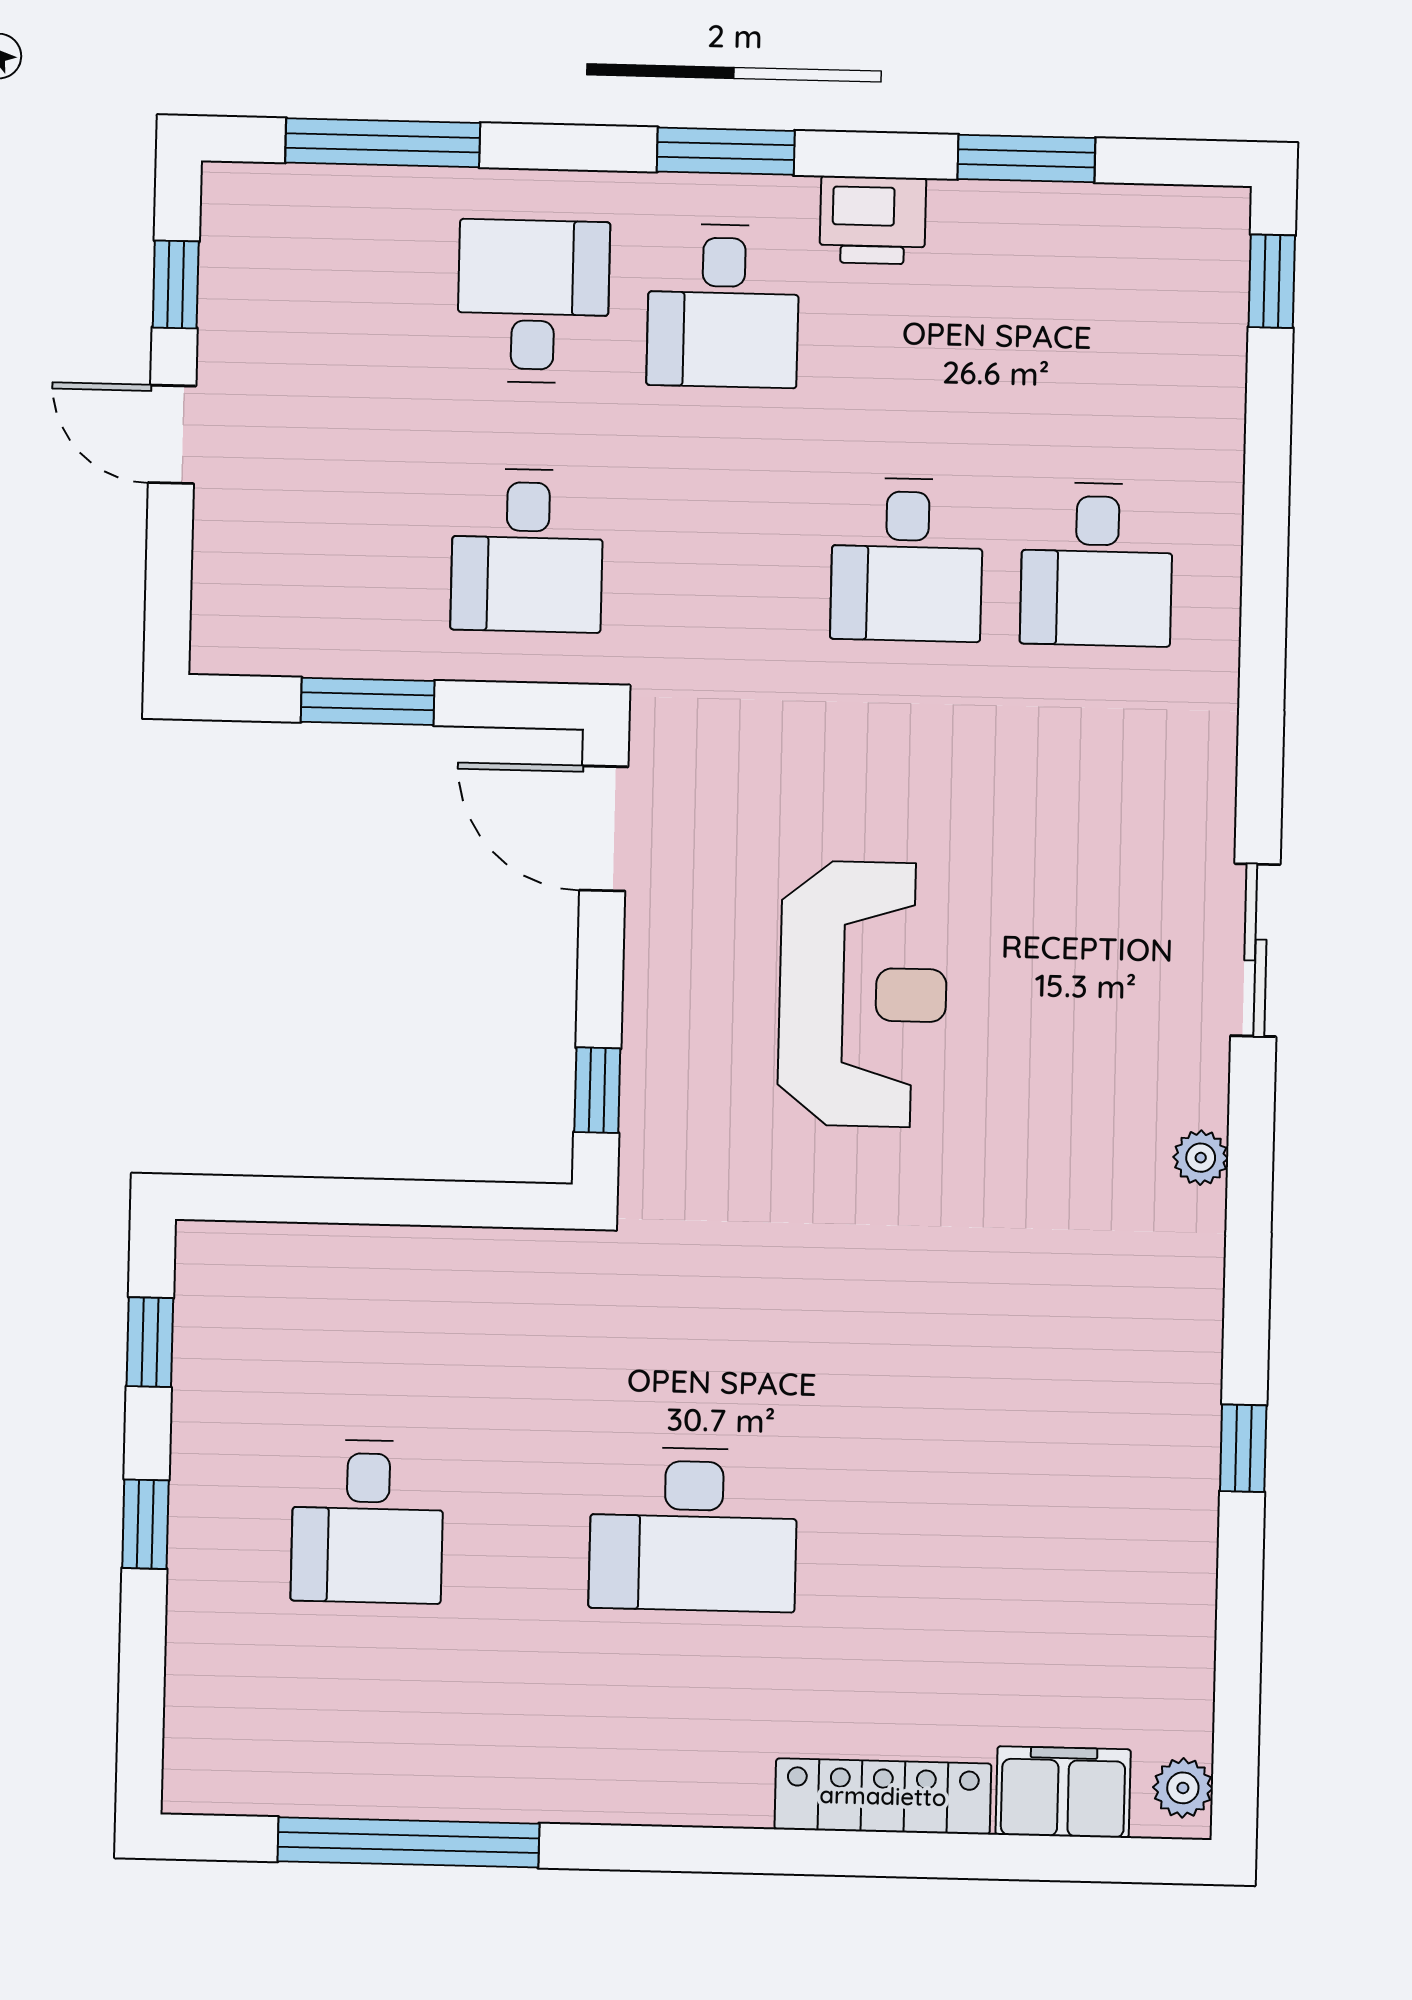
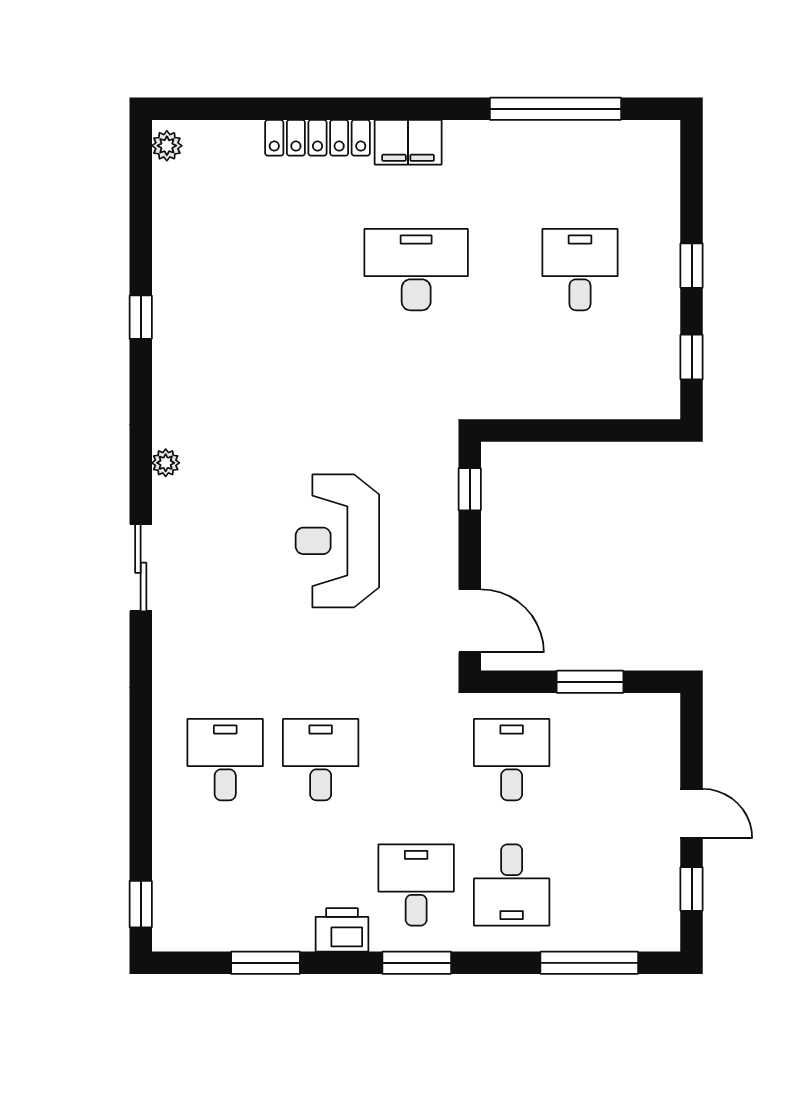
filing cabinet: (1063, 1792) -> (408, 142), moved

